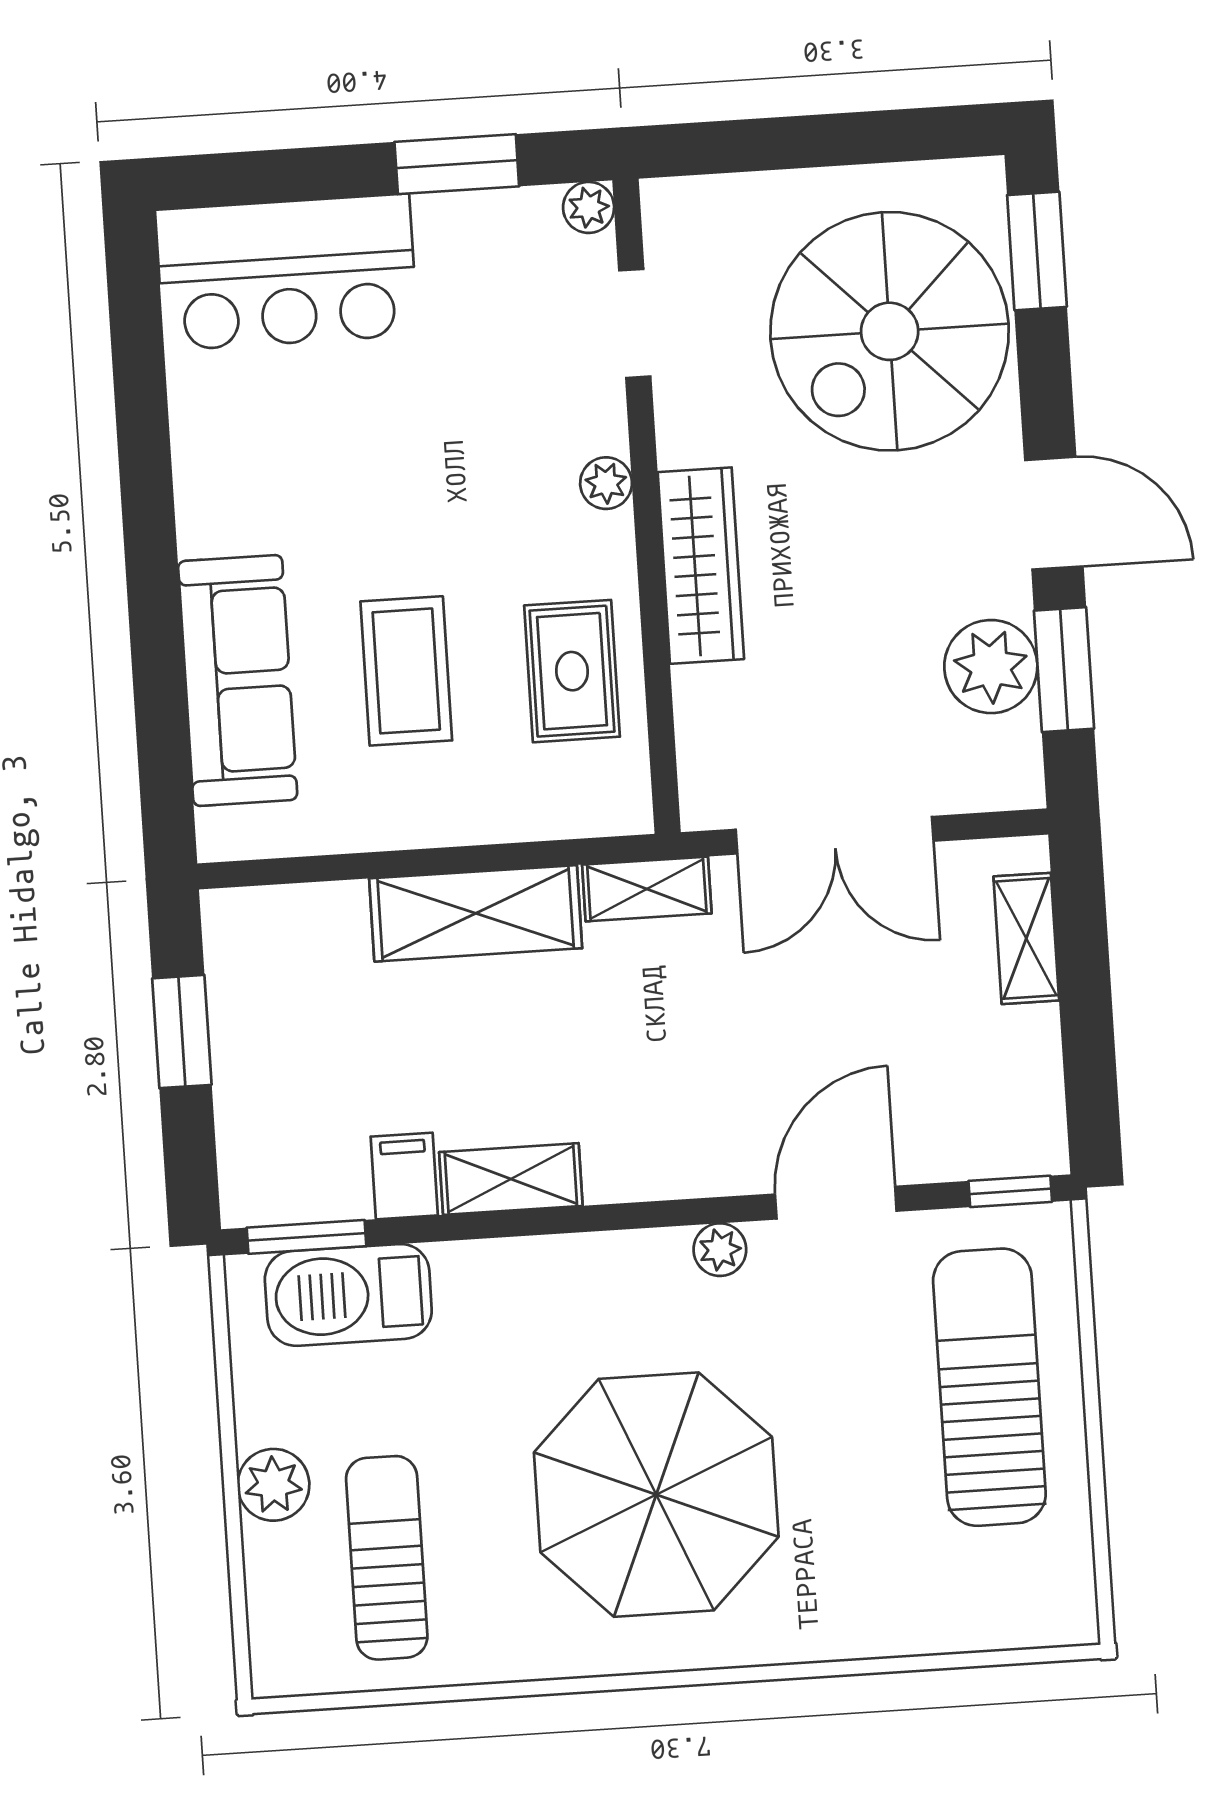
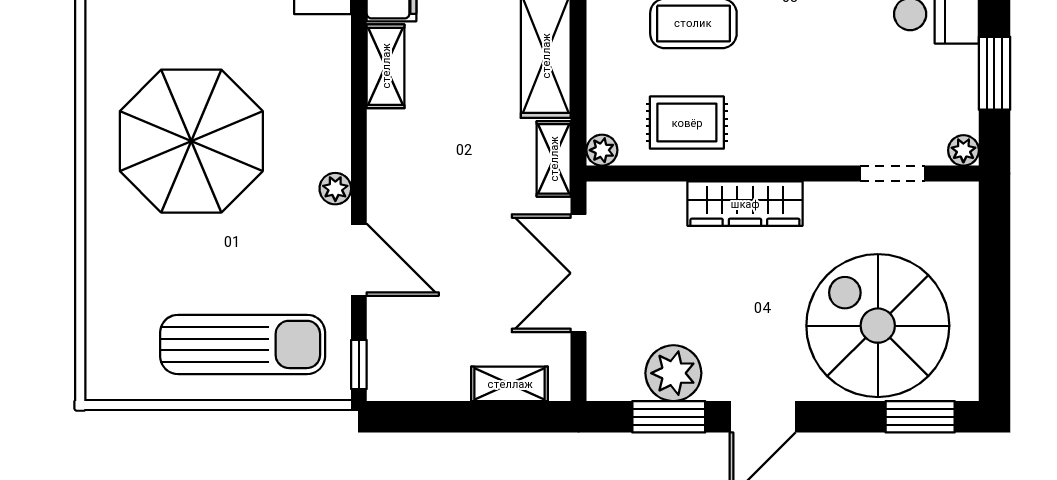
plant: (606, 483) -> (602, 150), moved

